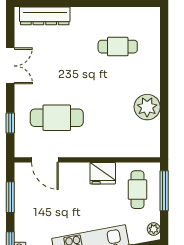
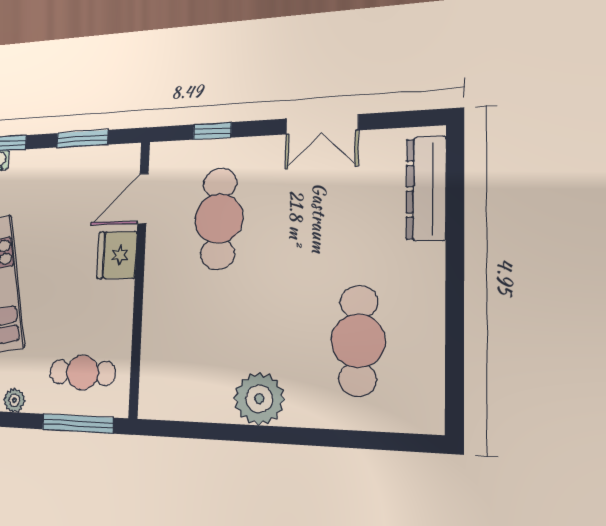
cafe table: (118, 47) -> (358, 341), width x1.37, depth x1.35
plant: (147, 107) -> (259, 399), moved
fridge: (103, 173) -> (117, 255), moved

